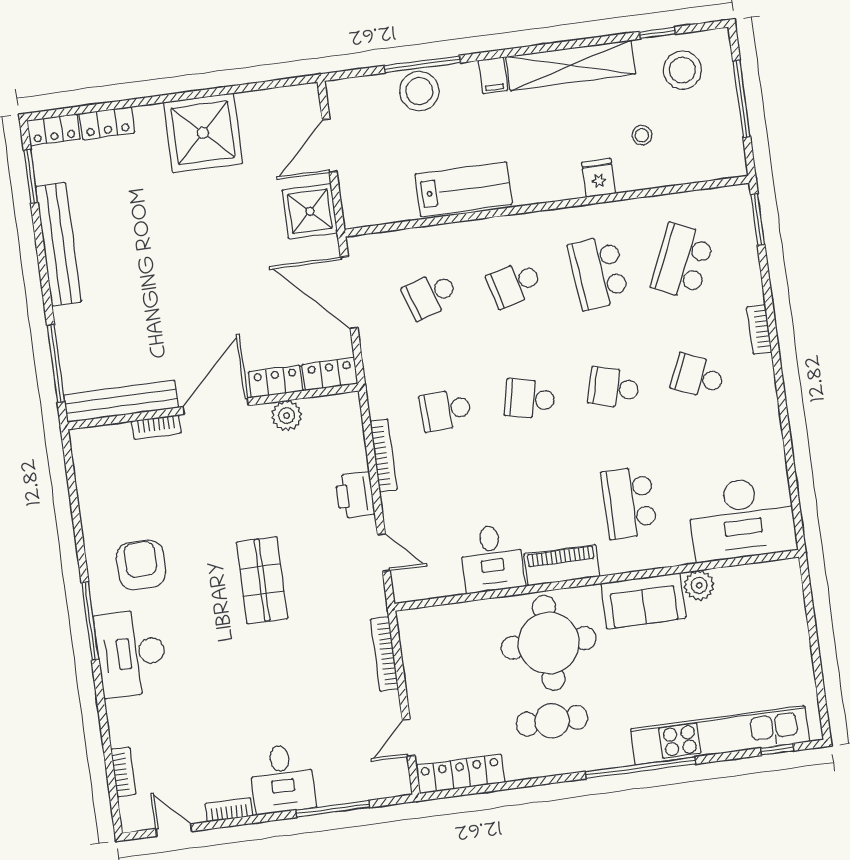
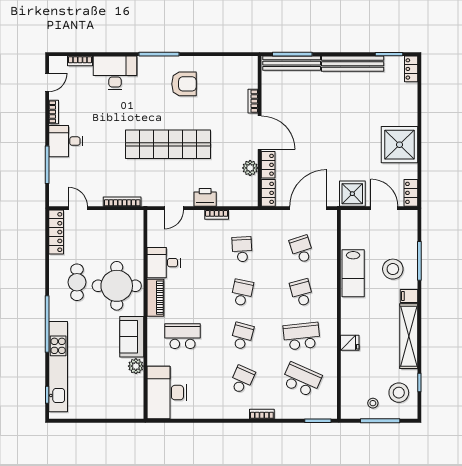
stool: (419, 91) -> (393, 269), moved
locker: (107, 123) -> (411, 193), moved
stool: (642, 135) -> (373, 403), moved
bench: (121, 401) -> (292, 63), moved, turned 90
bookcase: (384, 455) -> (217, 215), width x0.64
shop shelf: (262, 580) -> (168, 144), width x2.00, depth x1.36
desk: (131, 653) -> (115, 73), moved

